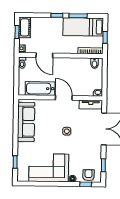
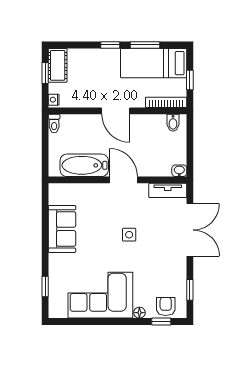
door: (44, 55) -> (116, 111), moved
sofa: (26, 122) -> (62, 229), width x0.73

